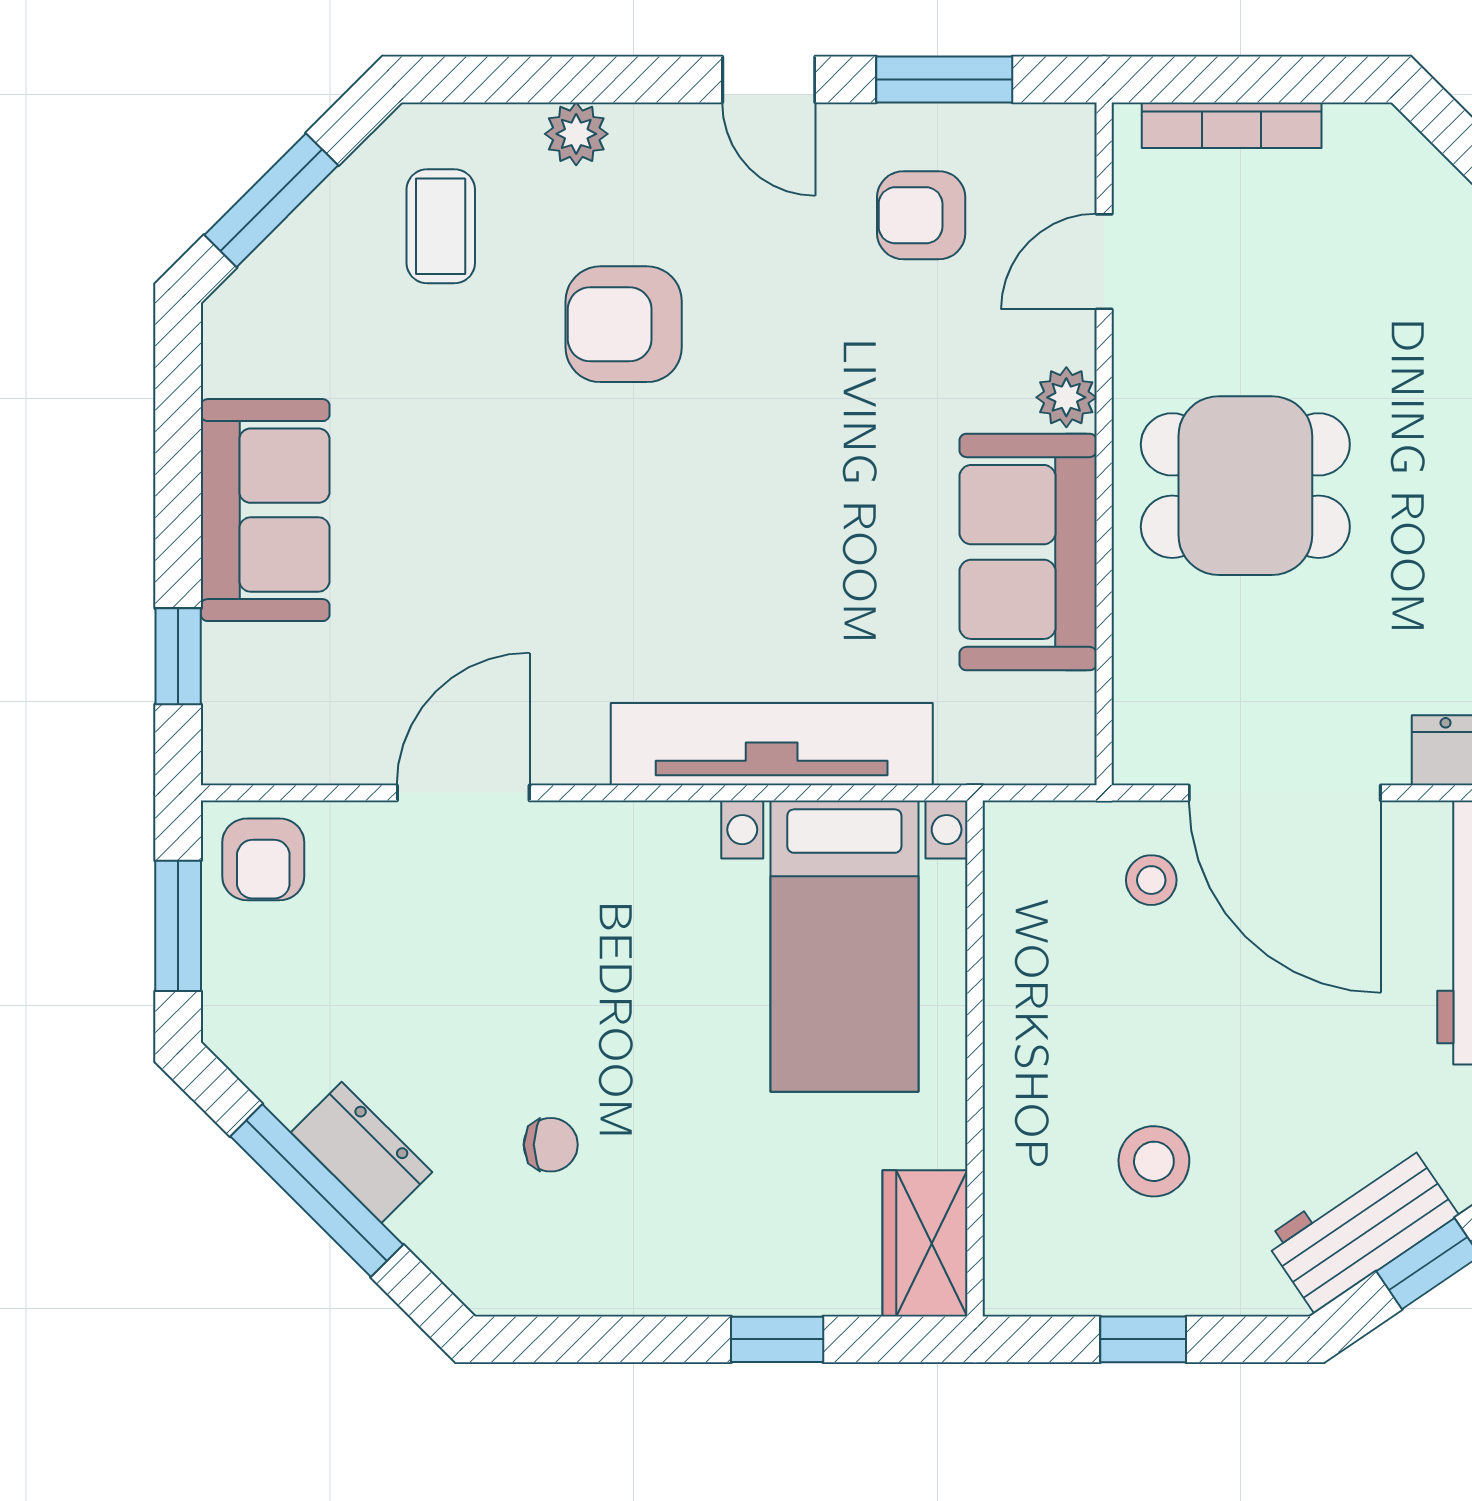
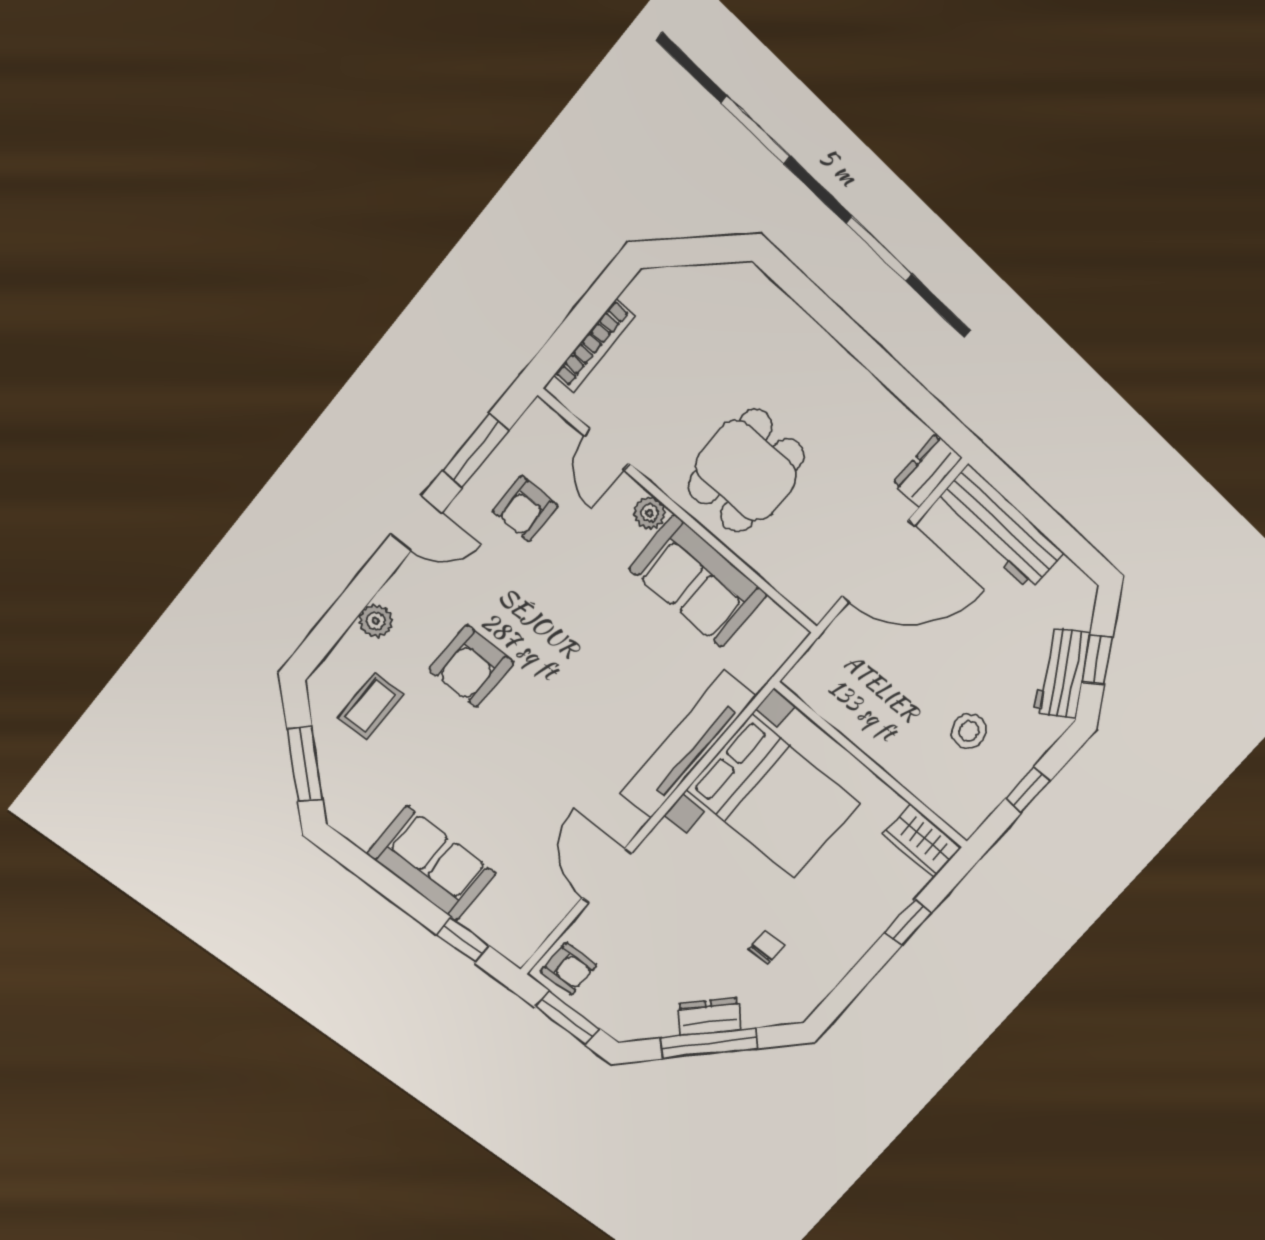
coffee table: (441, 226) -> (371, 706), turned 90
stool: (1151, 880) -> (866, 642), removed
bed with nightstands: (844, 946) -> (774, 797), width x1.36

